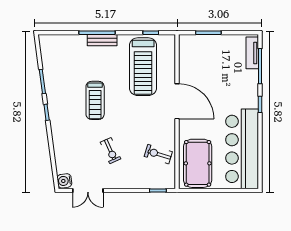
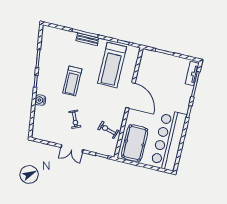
water cooler: (64, 181) -> (40, 100), moved
double door: (88, 190) -> (72, 149), moved

